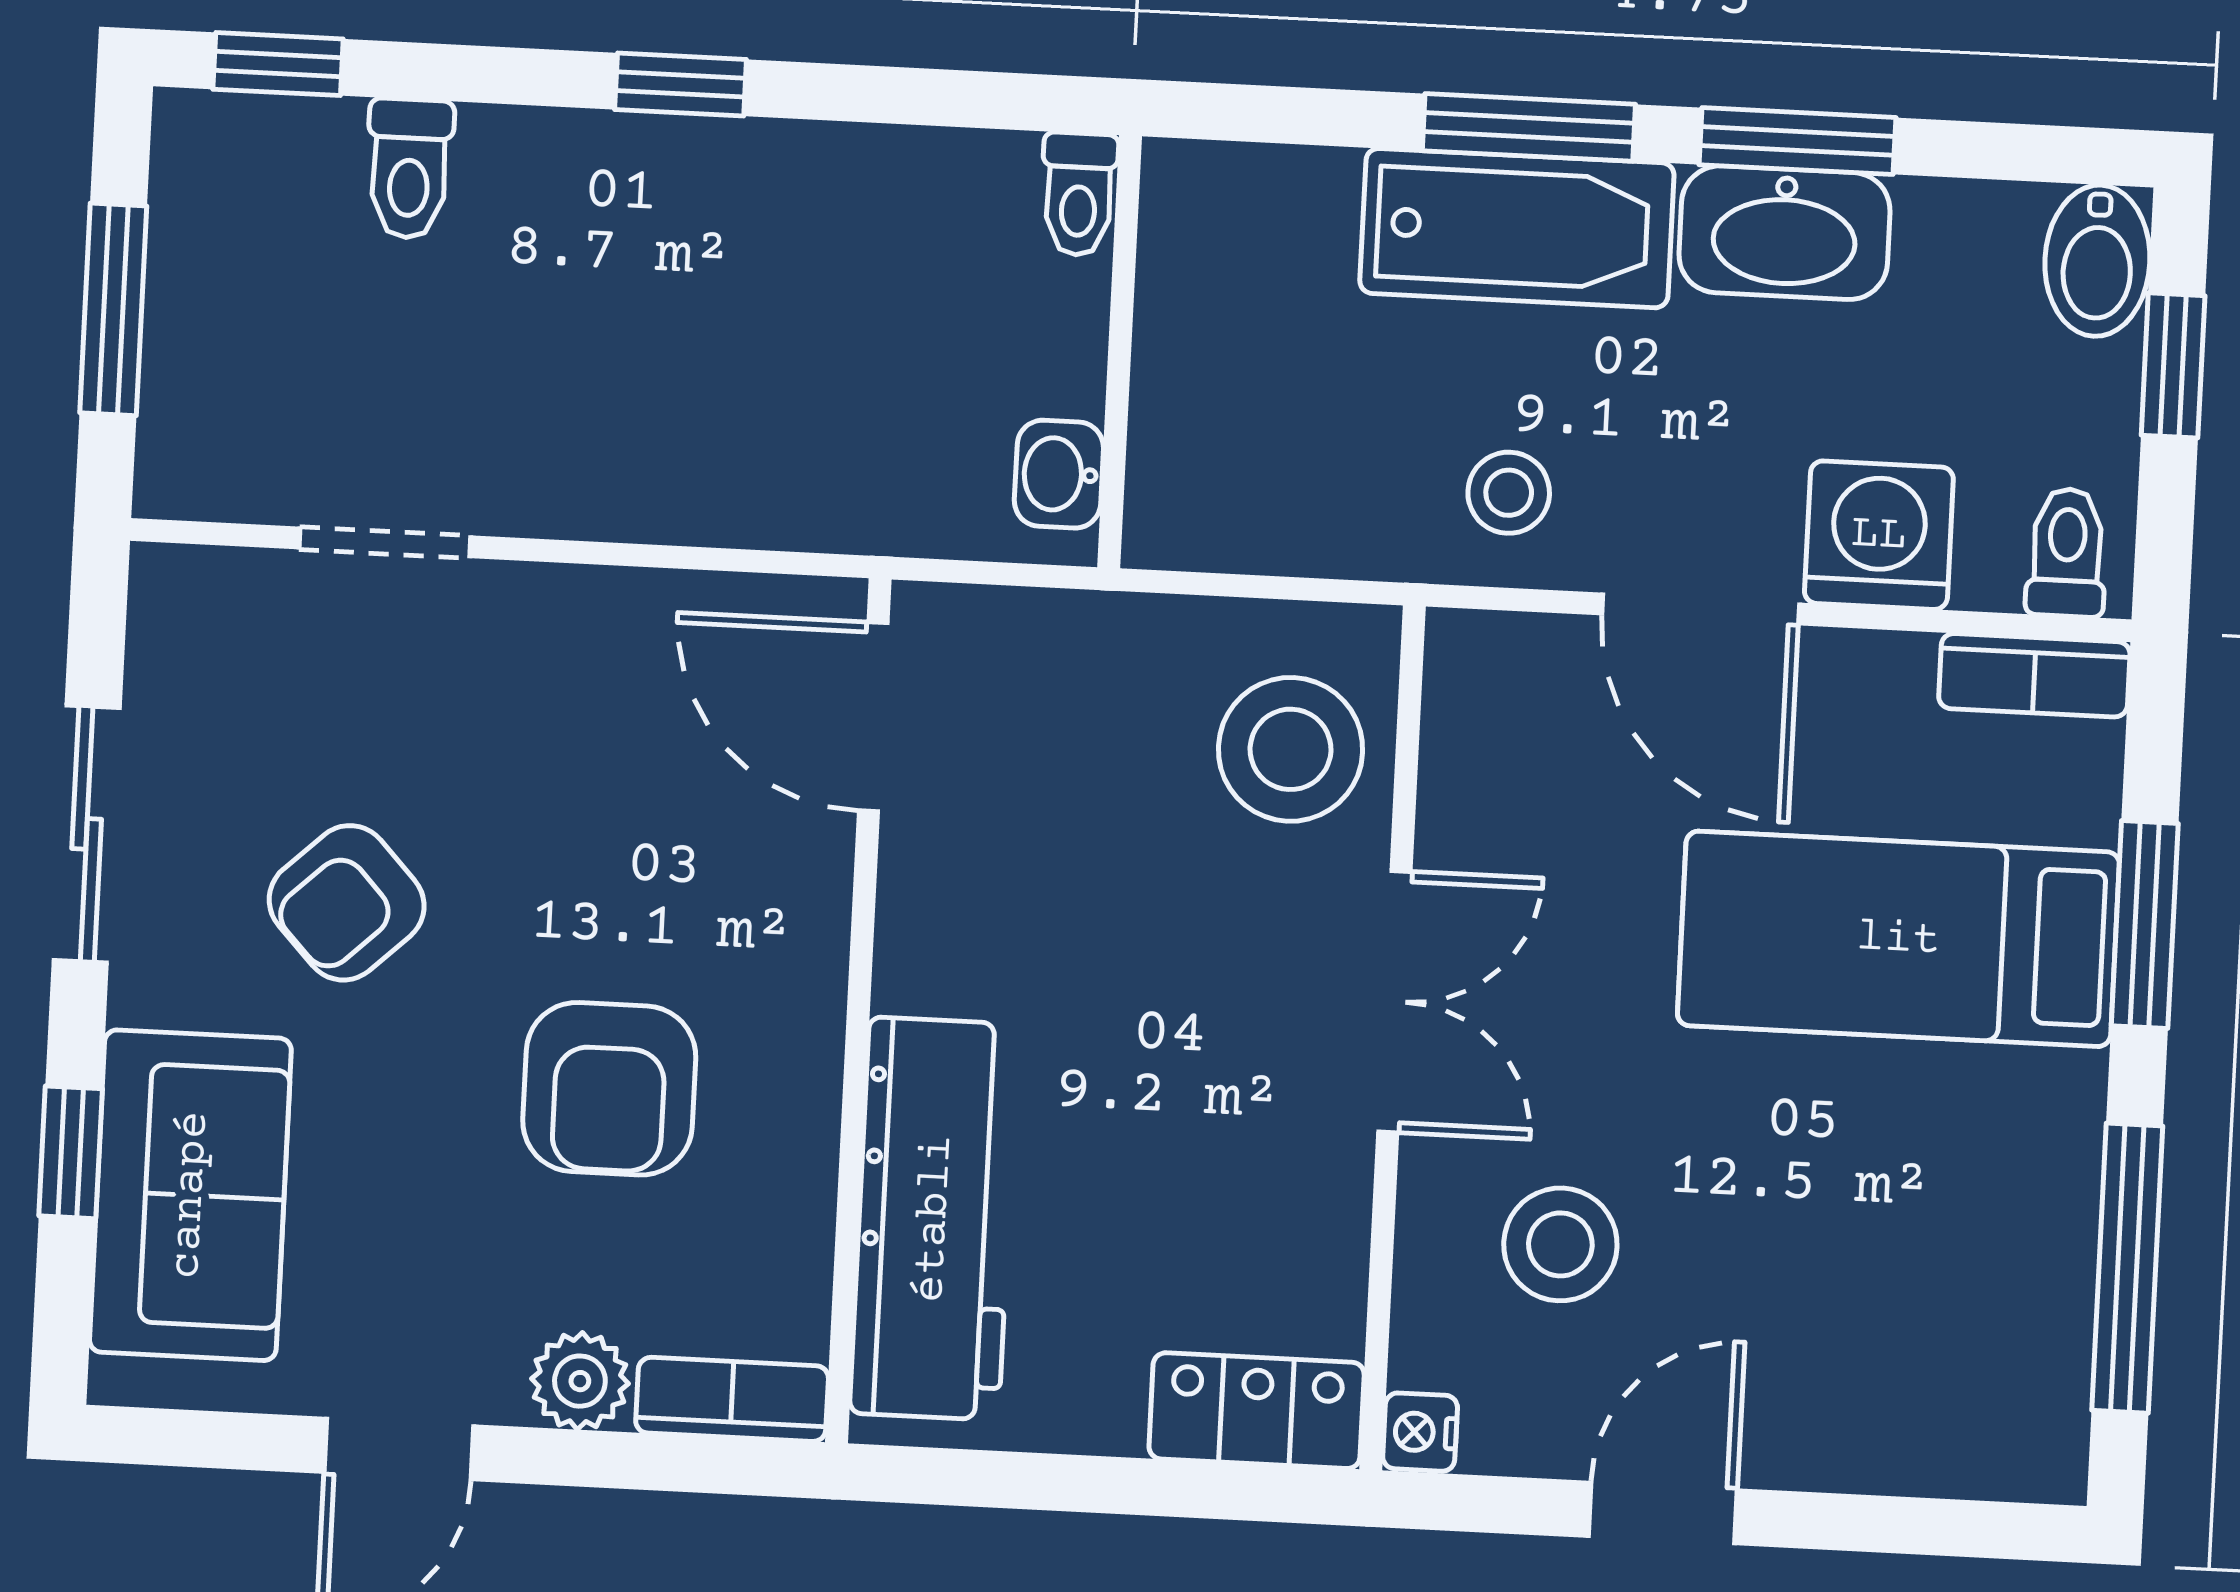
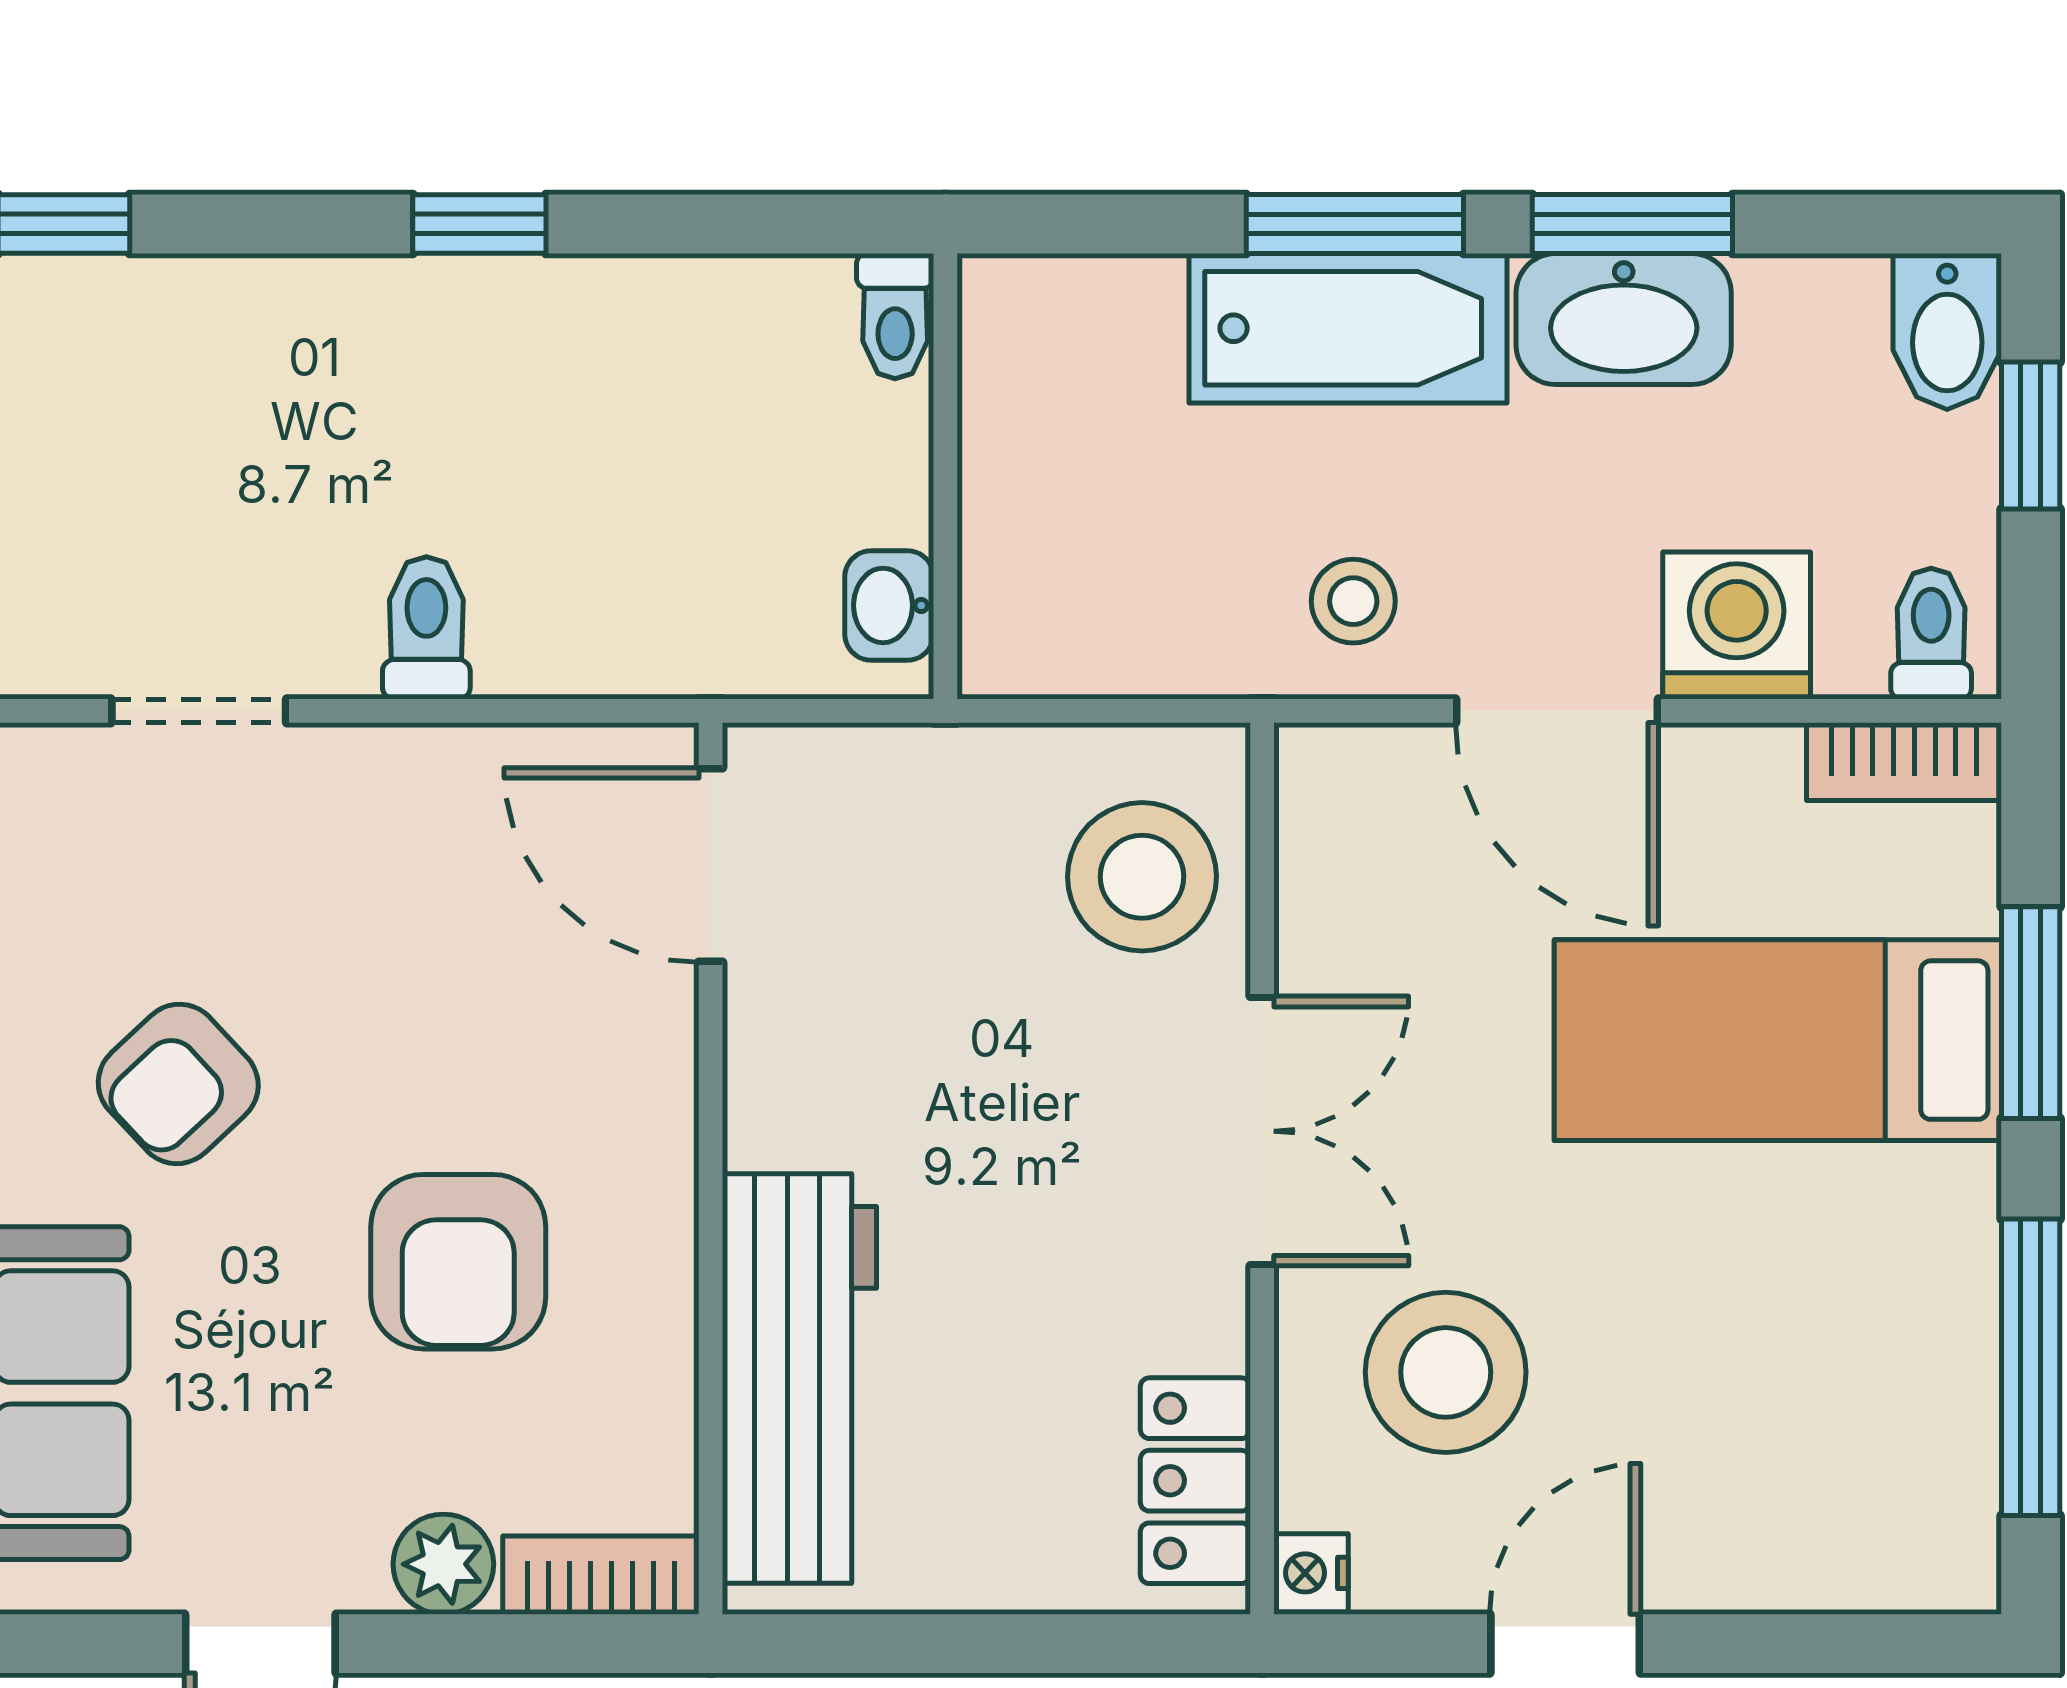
toilet: (409, 168) -> (426, 628), moved, turned 180
stool: (1560, 1244) -> (1446, 1372), width x1.38, depth x1.38
locker: (1257, 1411) -> (1195, 1481), moved, turned -90

